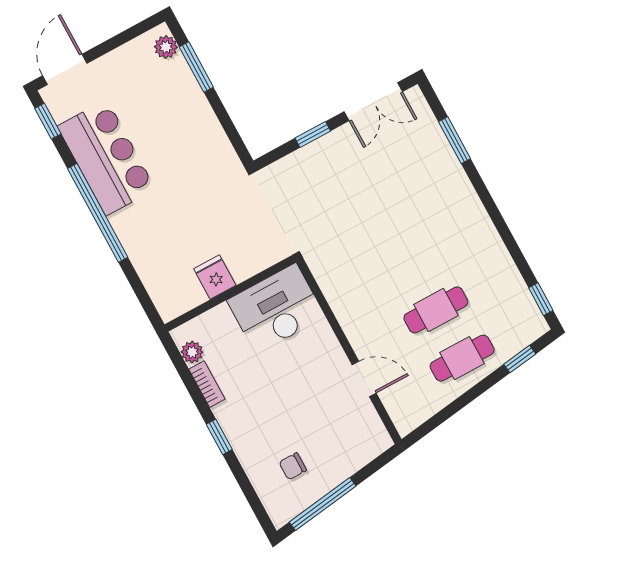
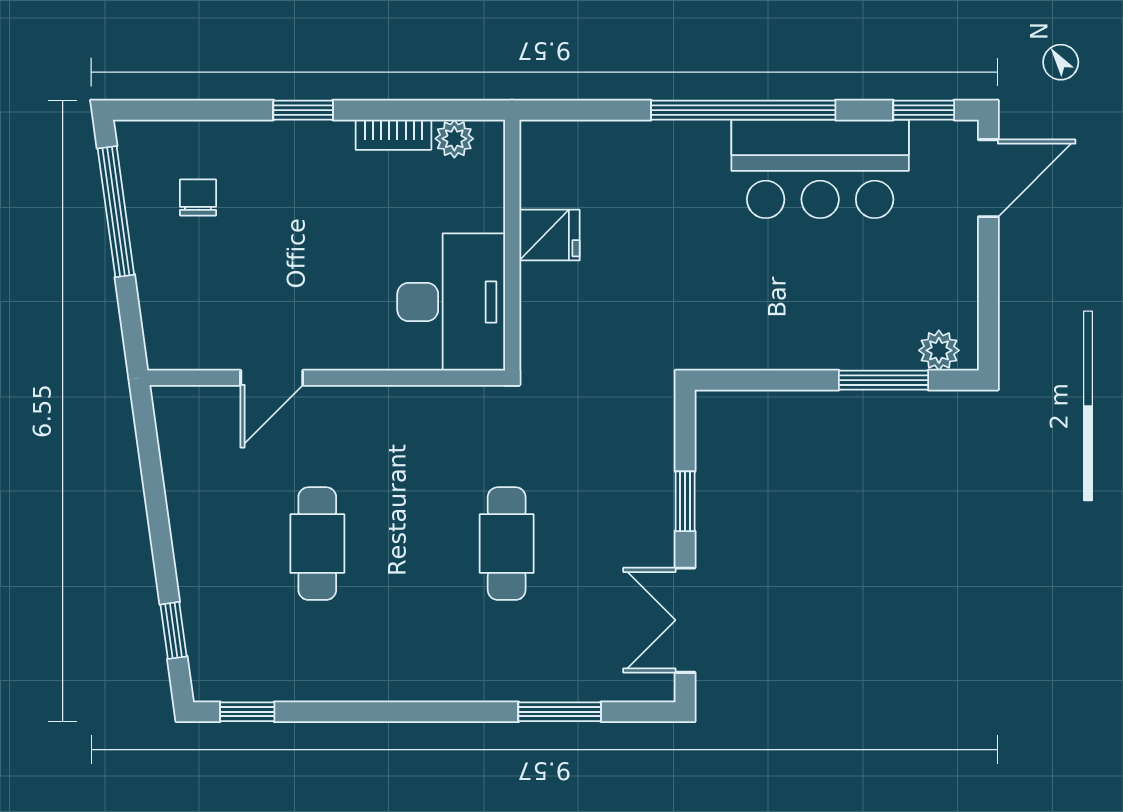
door: (65, 69) -> (988, 178), hinge flipped
cafe table: (462, 358) -> (507, 544), moved

